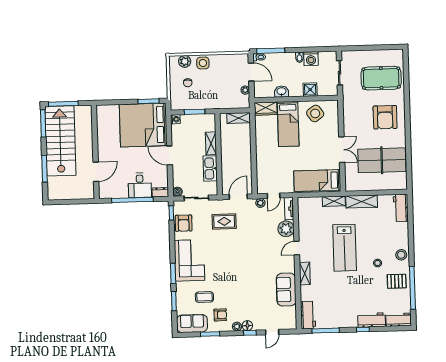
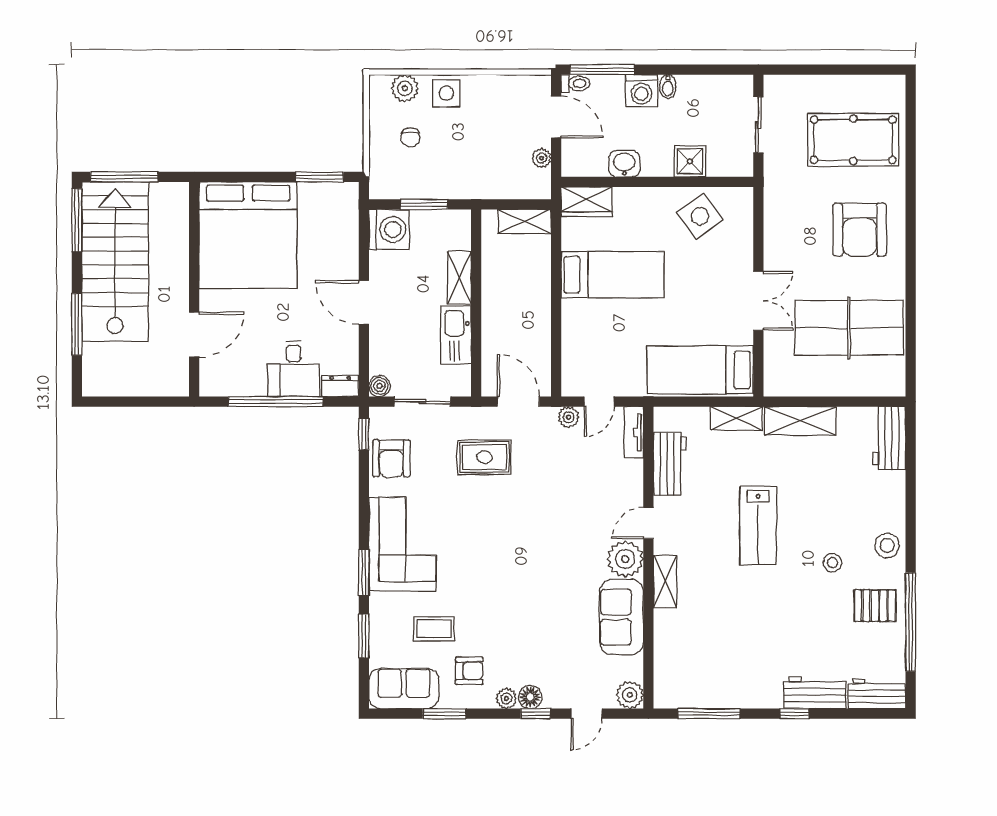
washing machine: (311, 59) -> (642, 91), moved
washing machine: (175, 119) -> (389, 229), width x1.89, depth x1.89
bed: (288, 124) -> (613, 275), moved, turned -90
bed: (143, 125) -> (248, 235), moved, turned -90
door: (238, 197) -> (518, 402), hinge flipped
plant: (286, 229) -> (625, 559), moved
lab bench: (345, 248) -> (758, 525), width x0.73, depth x0.72
workbench: (308, 315) -> (670, 464), moved
plant: (291, 323) -> (630, 695), added

